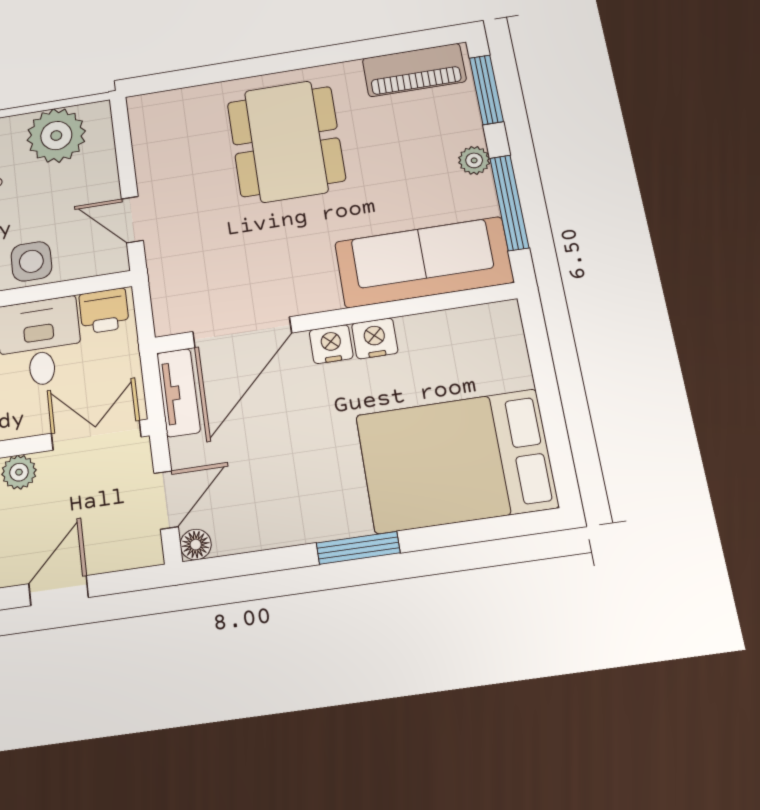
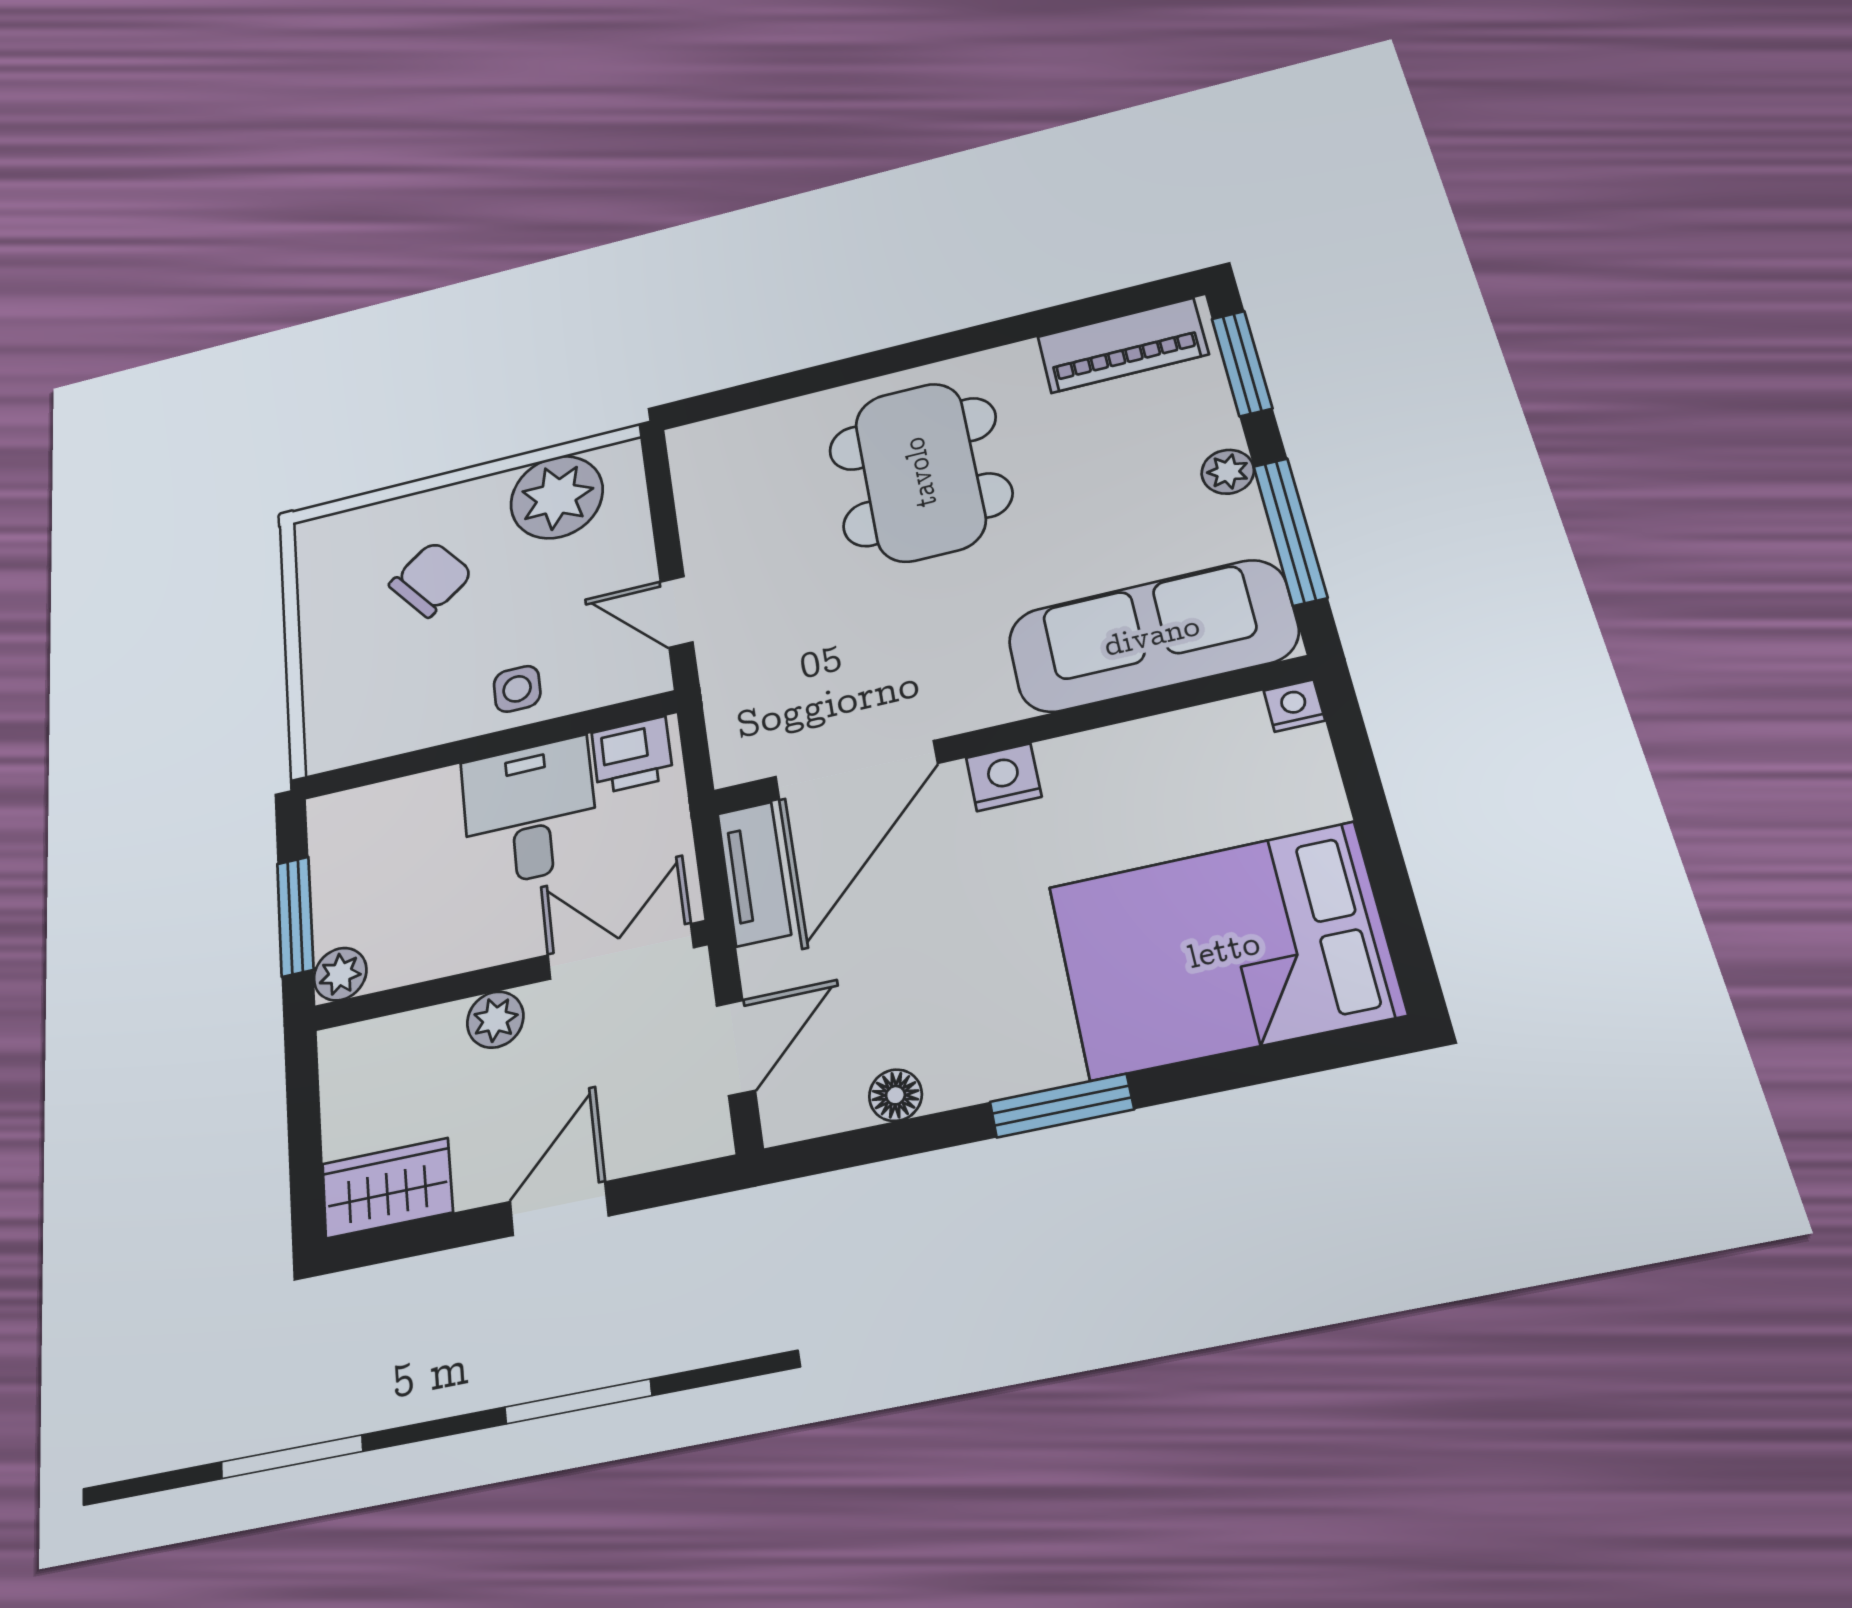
side table: (31, 261) -> (517, 689), width x0.73, depth x0.73
nightstand: (375, 338) -> (1294, 705), moved, width x0.72, depth x0.74
floor lamp: (196, 545) -> (895, 1095), moved

